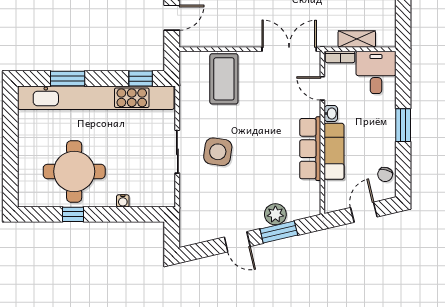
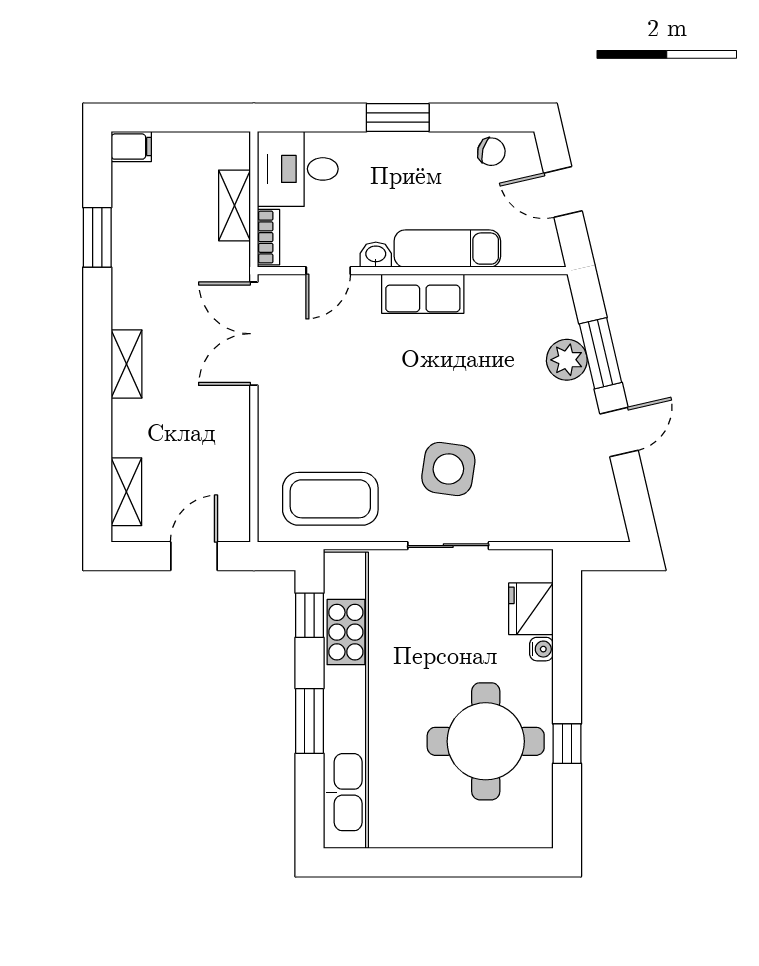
door: (172, 18) -> (194, 556), hinge flipped
window: (68, 79) -> (310, 721), moved
coffee table: (224, 79) -> (330, 499), moved
row of seats: (310, 149) -> (423, 294), width x0.68
fridge: (144, 195) -> (531, 609), added

